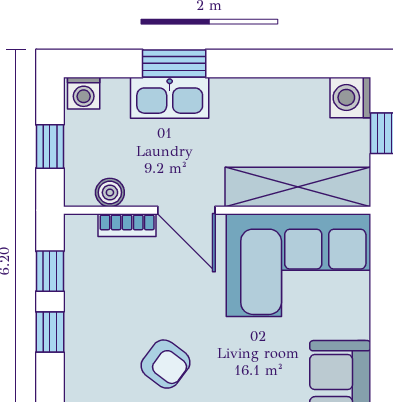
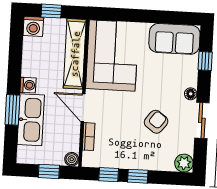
washing machine: (84, 93) -> (28, 85), moved
kitchen sink: (170, 98) -> (31, 120), width x1.36, depth x1.24
boiler: (110, 192) -> (72, 159), moved
door: (186, 210) -> (83, 108), swing flipped

